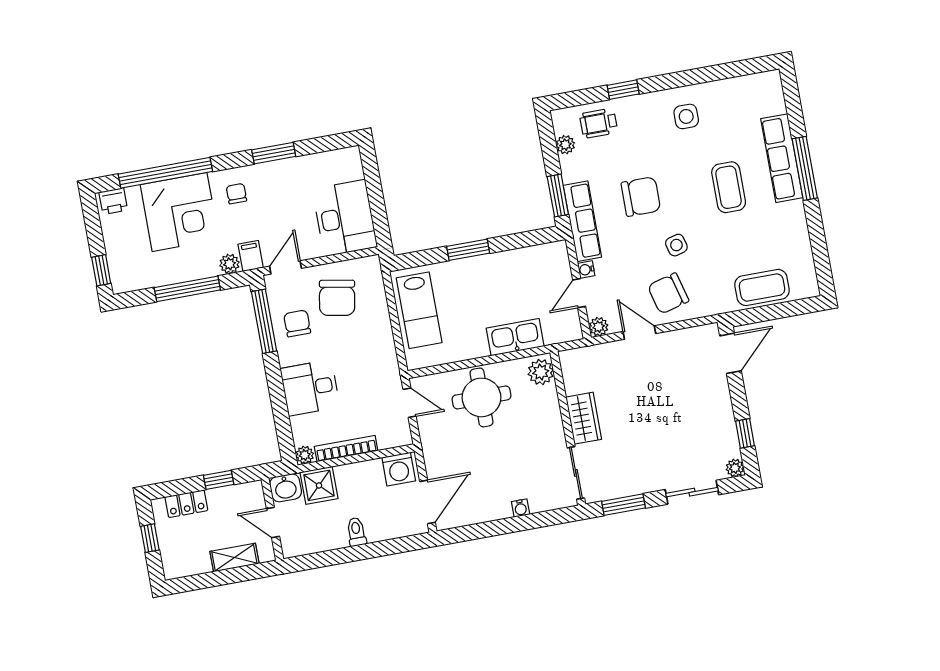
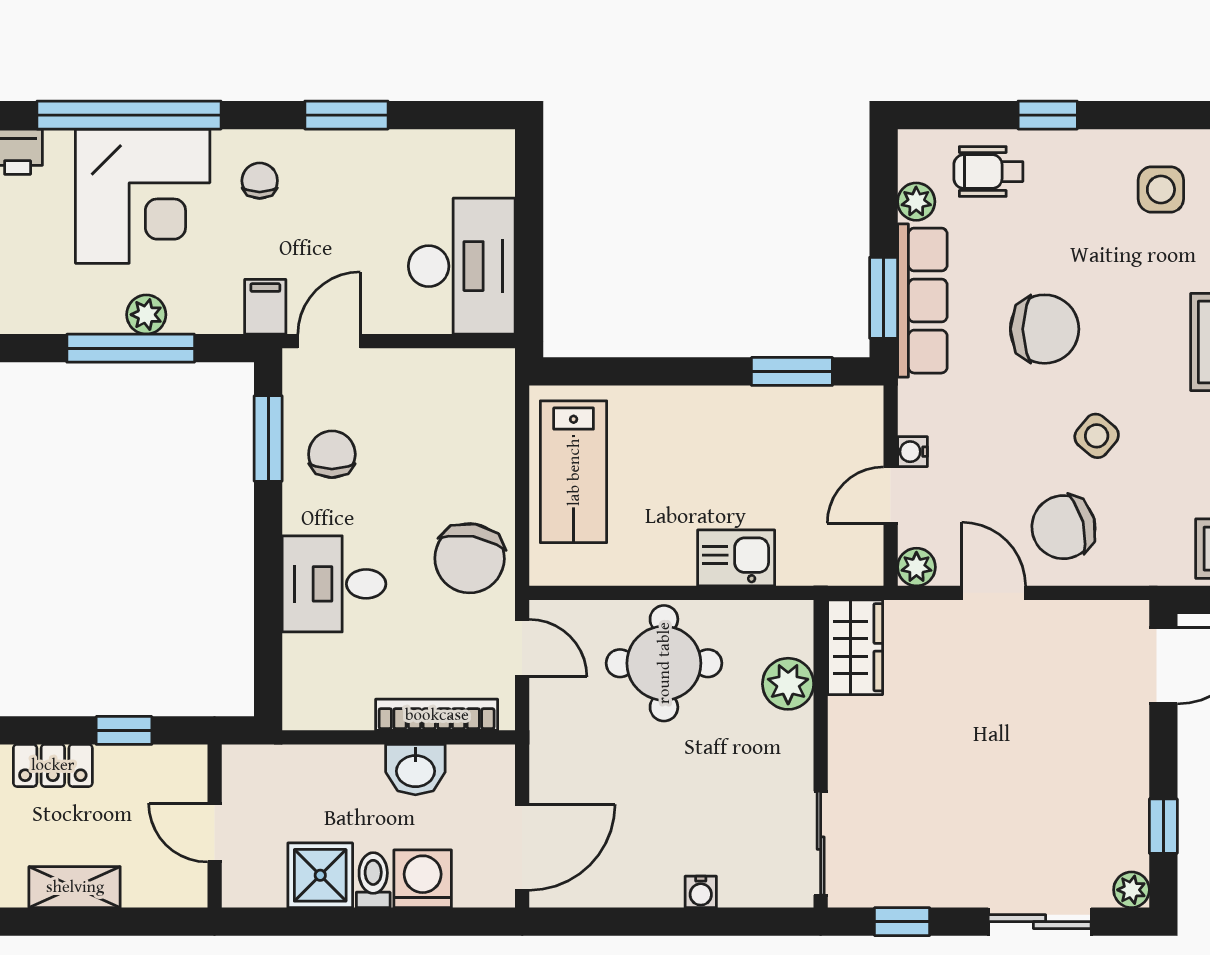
row of seats: (582, 221) -> (922, 301), moved
side table: (676, 245) -> (1097, 436), turned -35
window: (468, 250) -> (792, 371), moved
plant: (229, 264) -> (146, 315), moved
chair: (337, 298) -> (470, 558), moved
window: (264, 321) -> (268, 438), width x0.69
kitchen sink: (515, 337) -> (736, 558), width x0.73
plant: (541, 372) -> (788, 684), moved
wardrobe: (584, 418) -> (855, 647), moved
bookcase: (346, 449) -> (437, 715), moved
plant: (305, 455) -> (300, 713), removed
washing machine: (399, 469) -> (423, 879), moved, turned 180
shower: (319, 485) -> (320, 875), moved
washbasin: (286, 488) -> (415, 770), moved
window: (624, 505) -> (902, 922), width x0.67
shelving: (234, 558) -> (75, 887), moved

